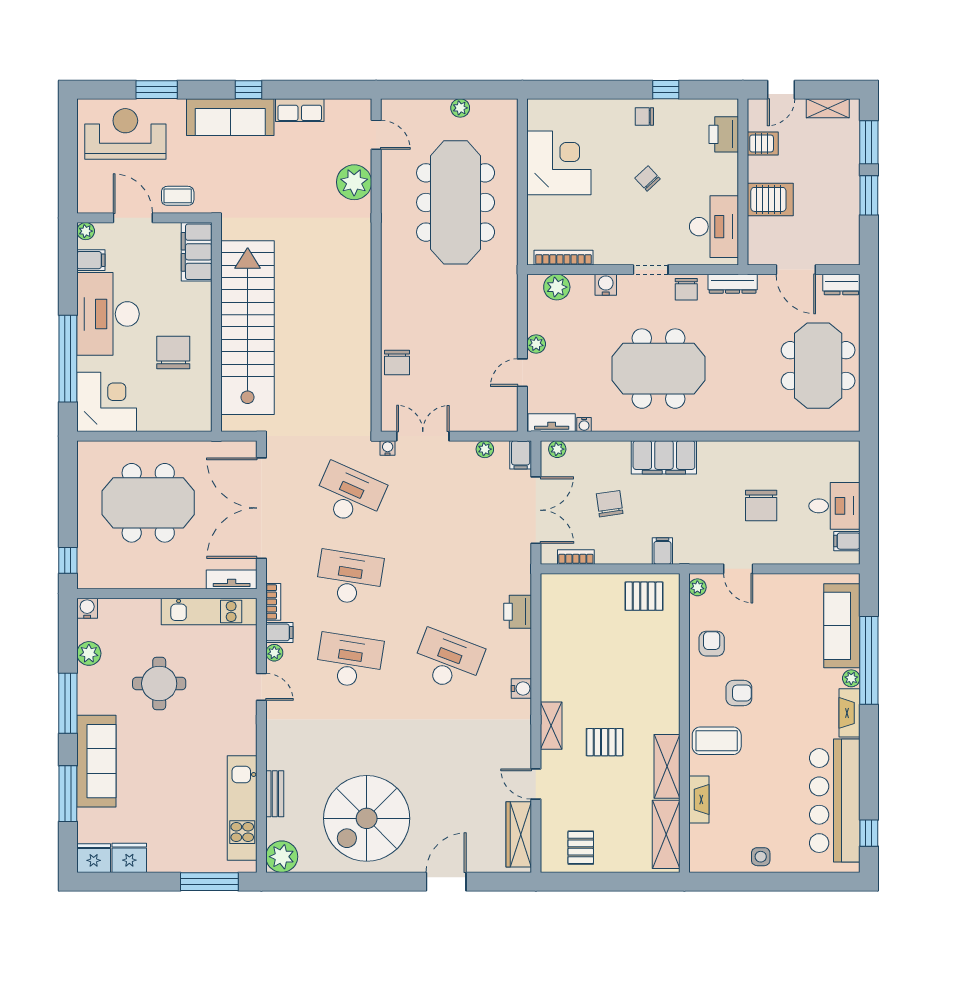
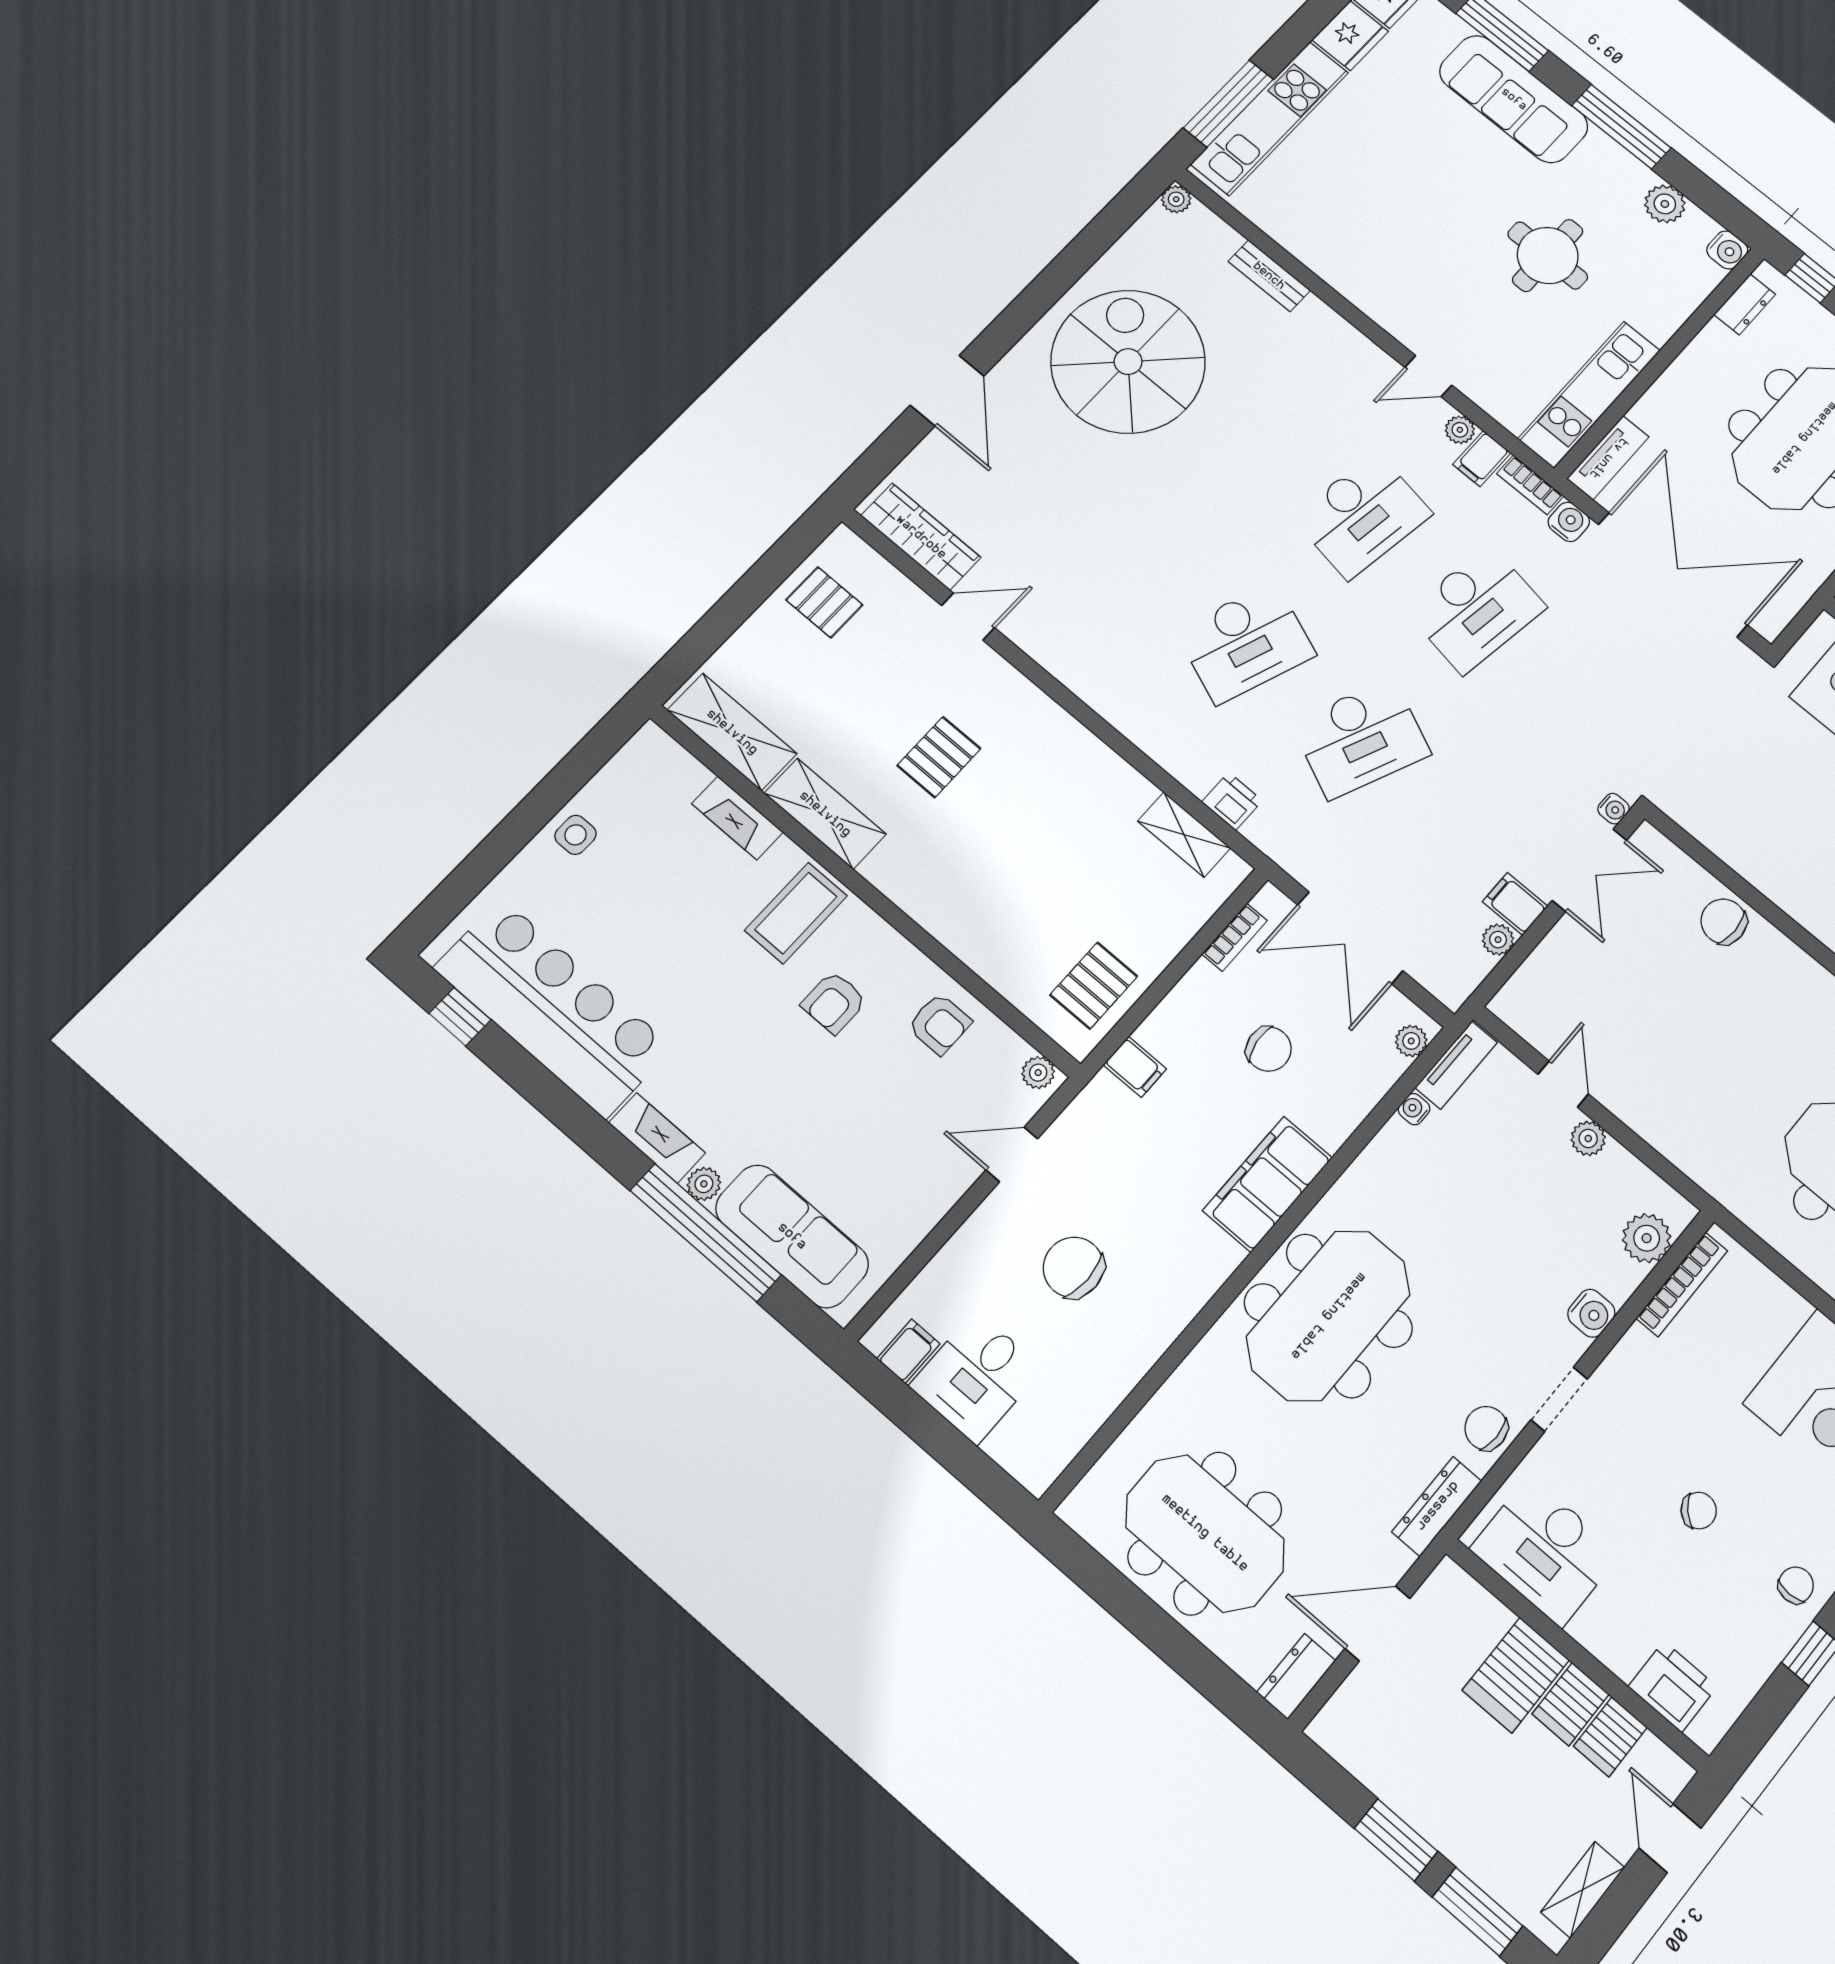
server rack: (763, 169) -> (1571, 1704), added
meeting table: (659, 369) -> (1328, 1316), moved
filing cabinet: (521, 455) -> (1515, 904), moved
desk: (349, 495) -> (1361, 738), moved
dresser: (107, 580) -> (1745, 304), added
printer: (518, 612) -> (1232, 801), width x0.73, depth x0.81
water cooler: (521, 689) -> (1569, 522), moved, turned 180
shelving: (551, 726) -> (1184, 835), moved
kitchen unit: (242, 808) -> (1270, 118), moved, turned 90
plant: (282, 857) -> (1176, 199), width x0.53, depth x0.53

